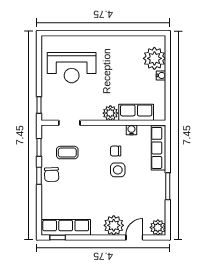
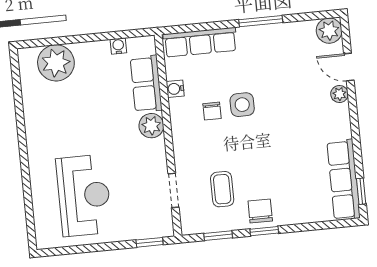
water cooler: (161, 75) -> (118, 46), moved
chair: (52, 175) -> (260, 211), turned -88
plant: (114, 225) -> (339, 94), width x0.53, depth x0.53

